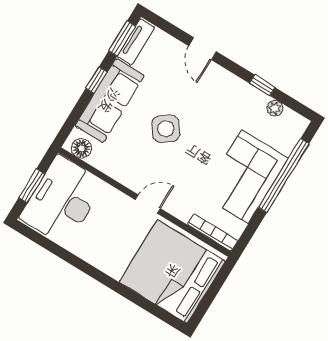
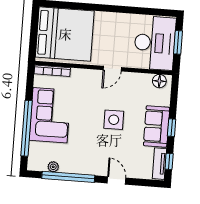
window: (122, 38) -> (169, 161), width x0.67
window: (262, 85) -> (68, 177), width x3.17
sofa: (110, 101) -> (157, 126), width x0.73
side table: (166, 129) -> (114, 120), turned 36
door: (148, 204) -> (112, 69), moved

